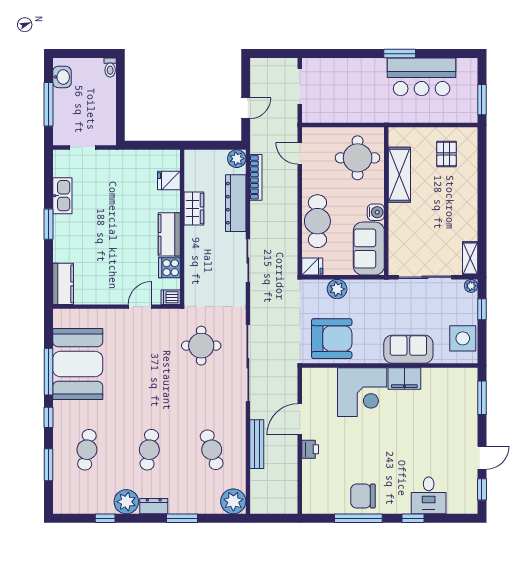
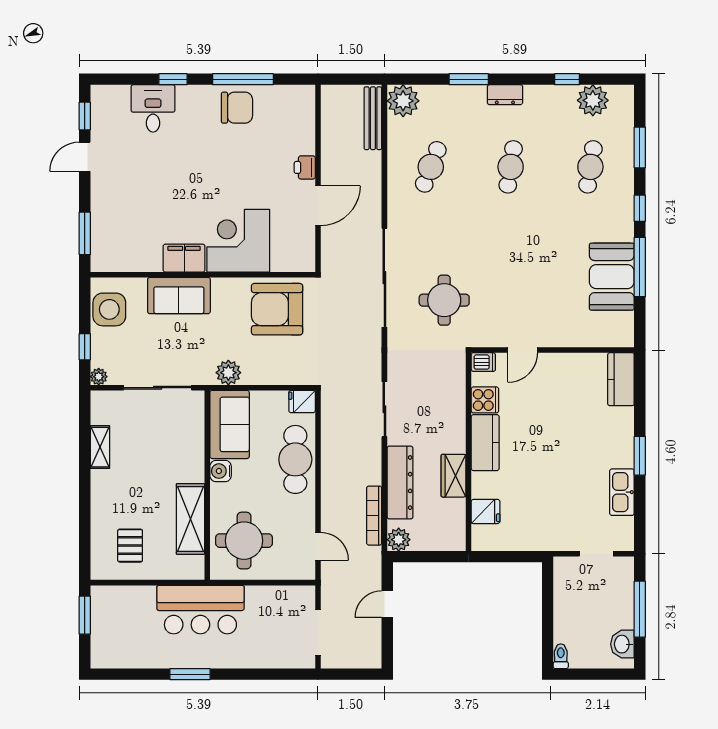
bar counter: (422, 77) -> (200, 610), moved, turned 180
shelving: (470, 258) -> (100, 447), moved
plant: (337, 289) -> (228, 373), moved
booth: (78, 364) -> (612, 277), width x0.73, depth x0.70
bench: (257, 444) -> (373, 118), moved
cafe table: (212, 450) -> (431, 167), turned 39
plant: (126, 502) -> (593, 100), moved

